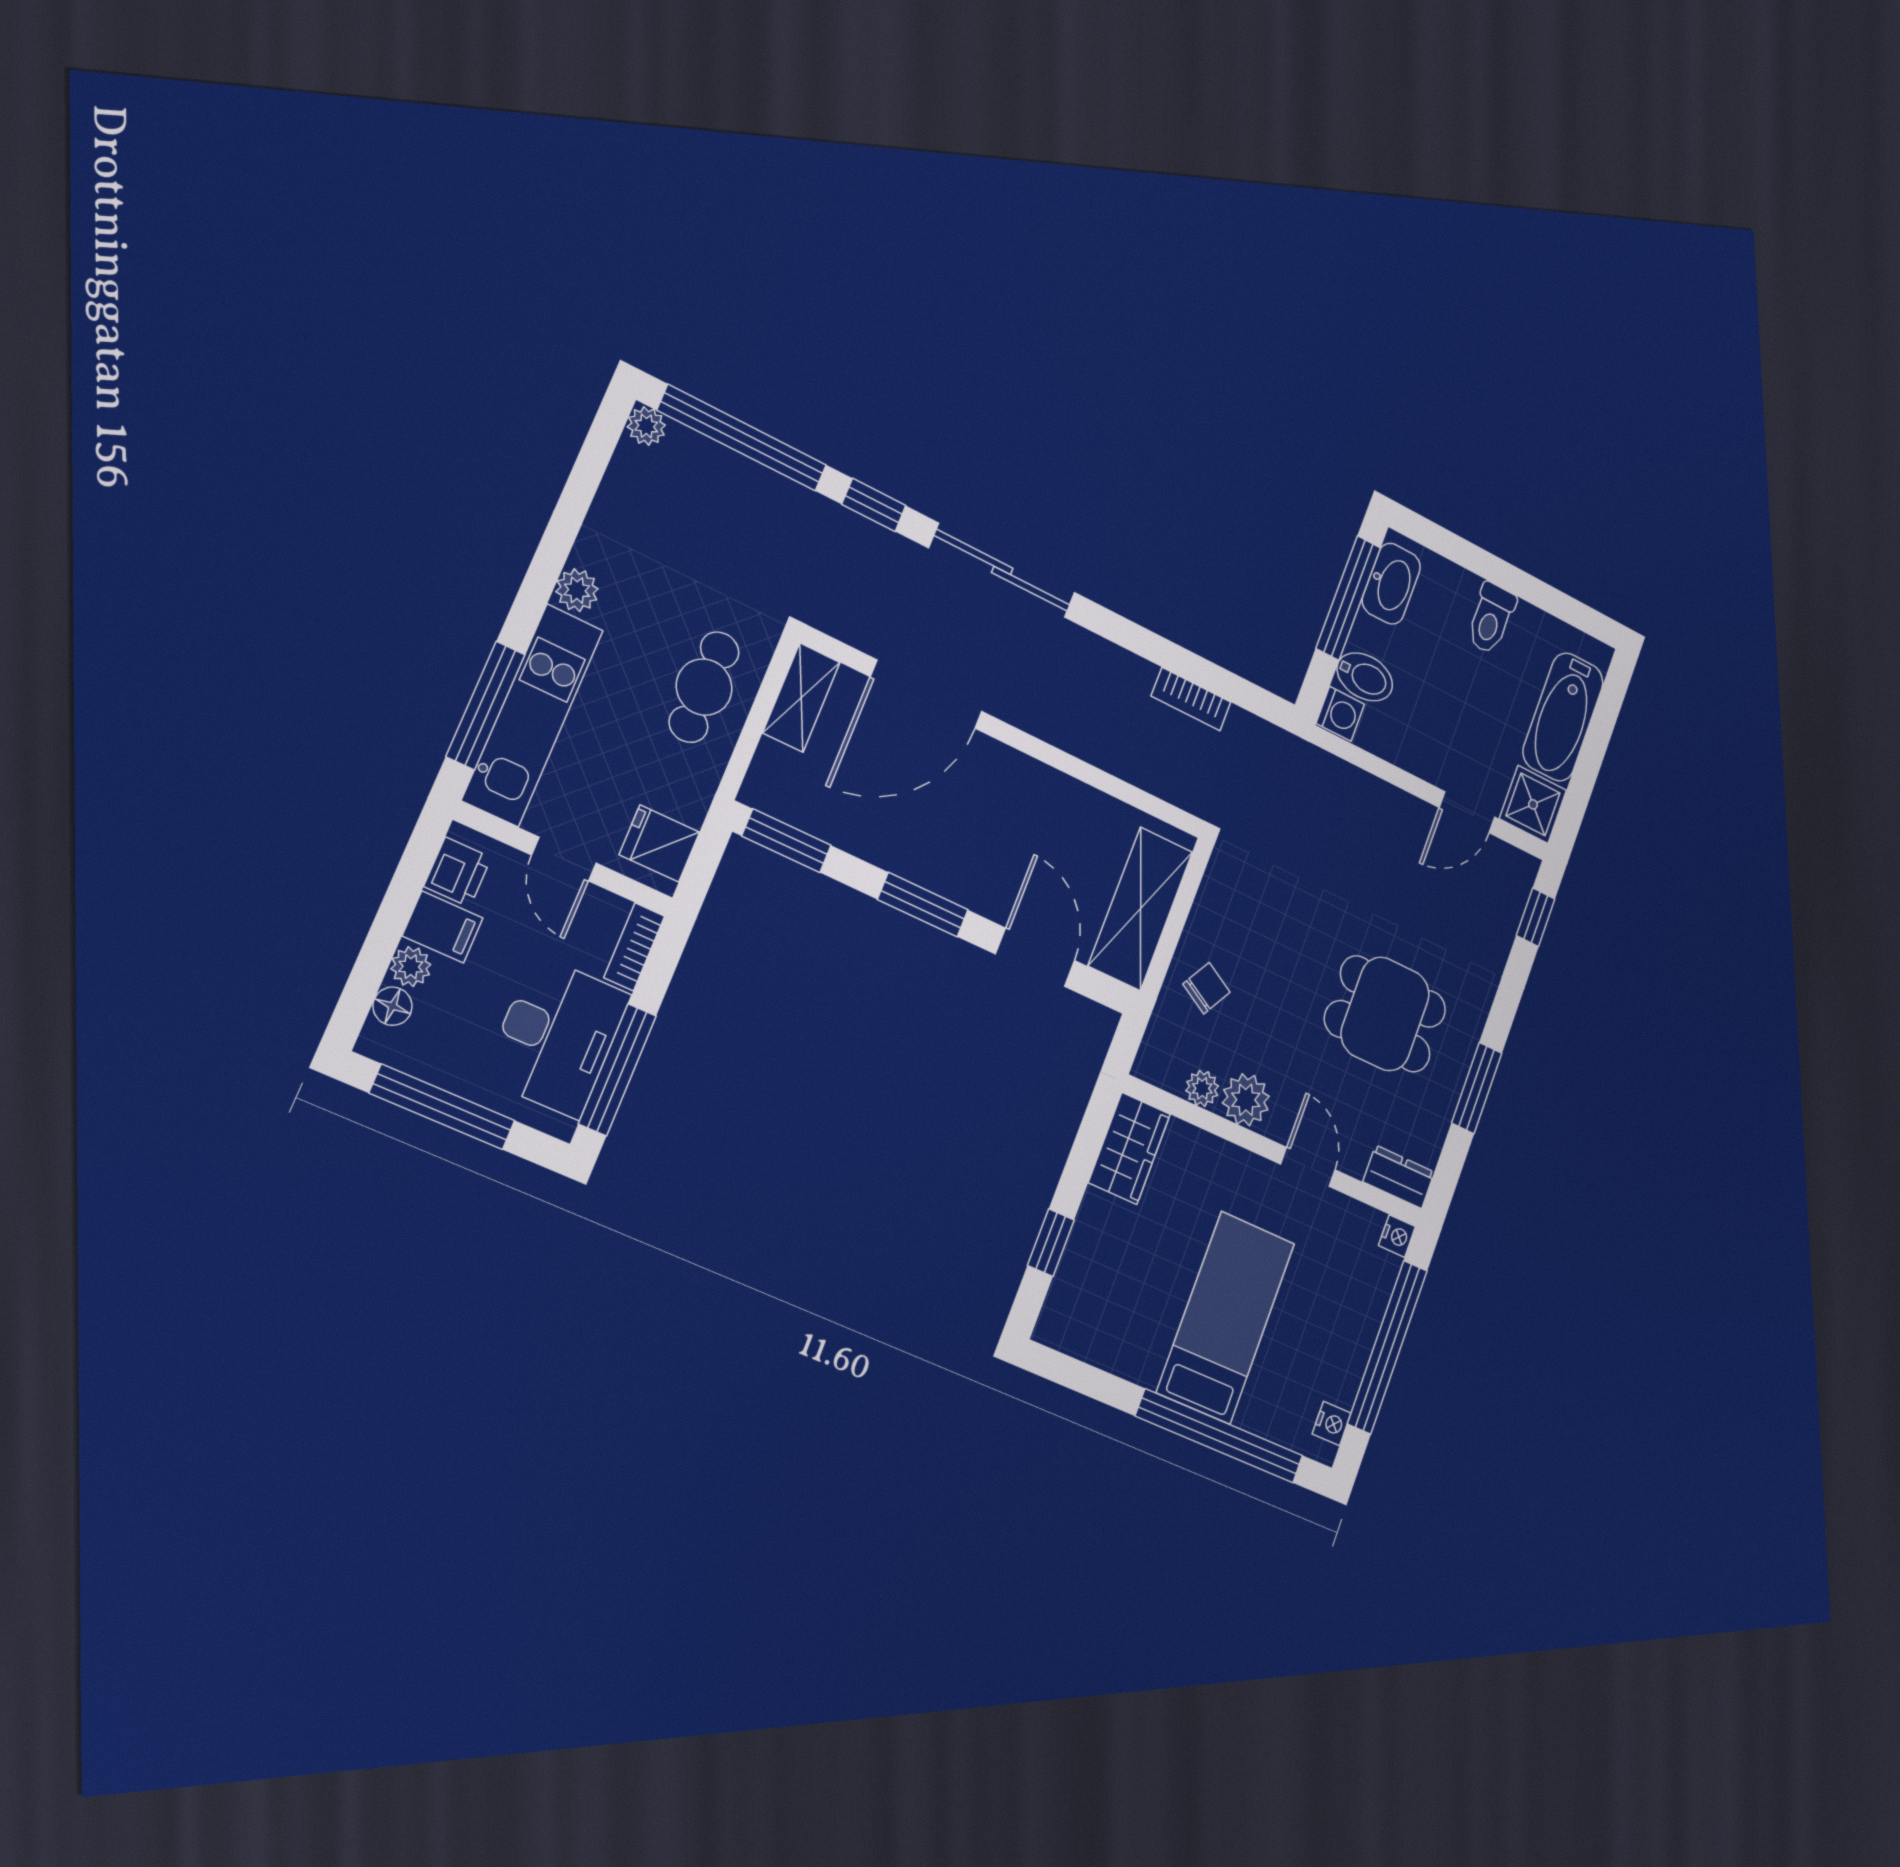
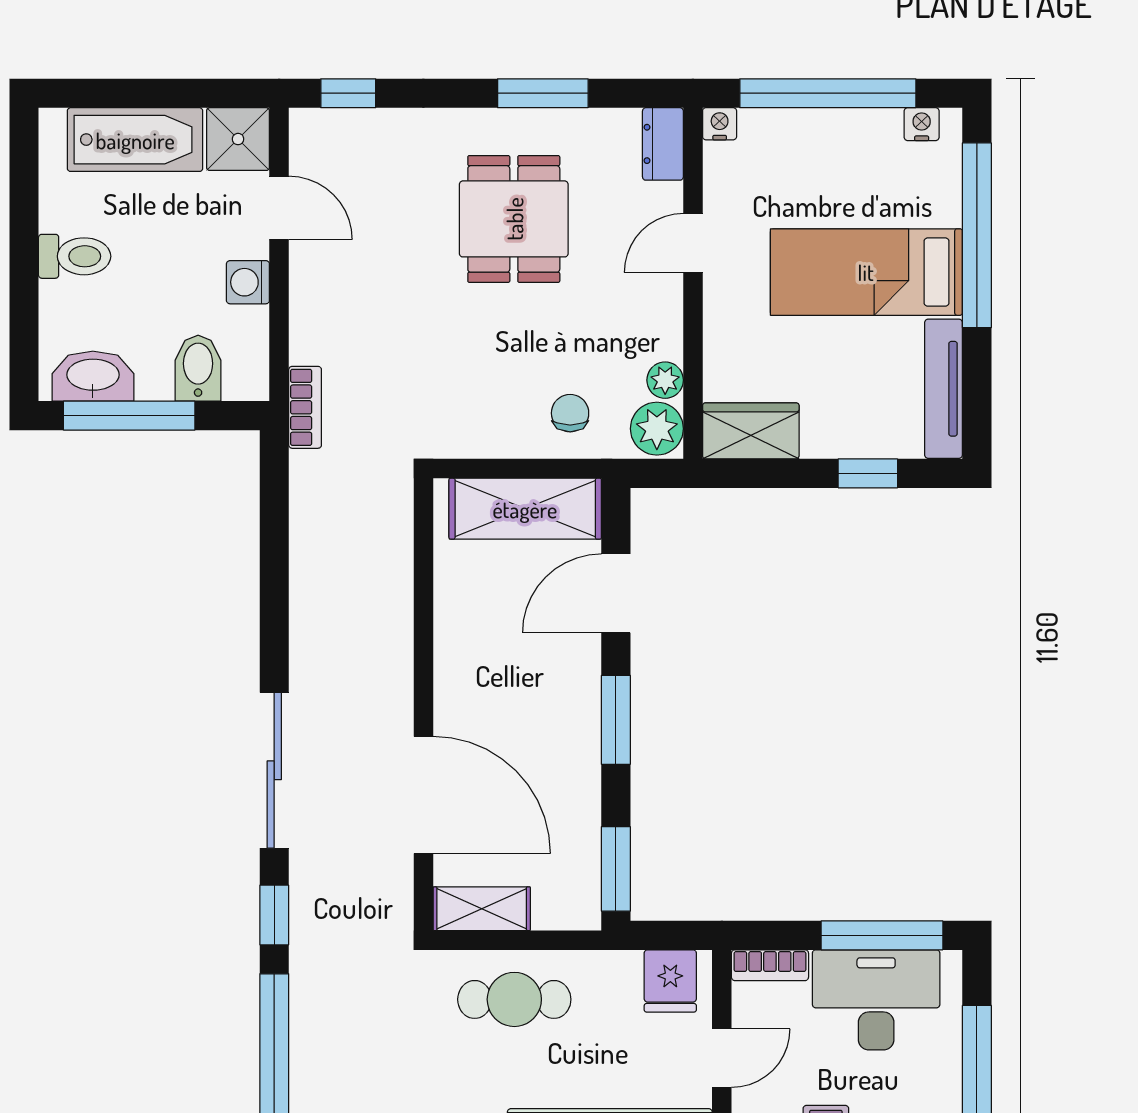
bookcase: (1191, 699) -> (305, 407), moved
washing machine: (1340, 714) -> (248, 282), moved, turned -90
chair: (1206, 988) -> (570, 413), turned 60
plant: (1246, 1100) -> (657, 429), moved
tv unit: (1098, 1348) -> (944, 389), added

